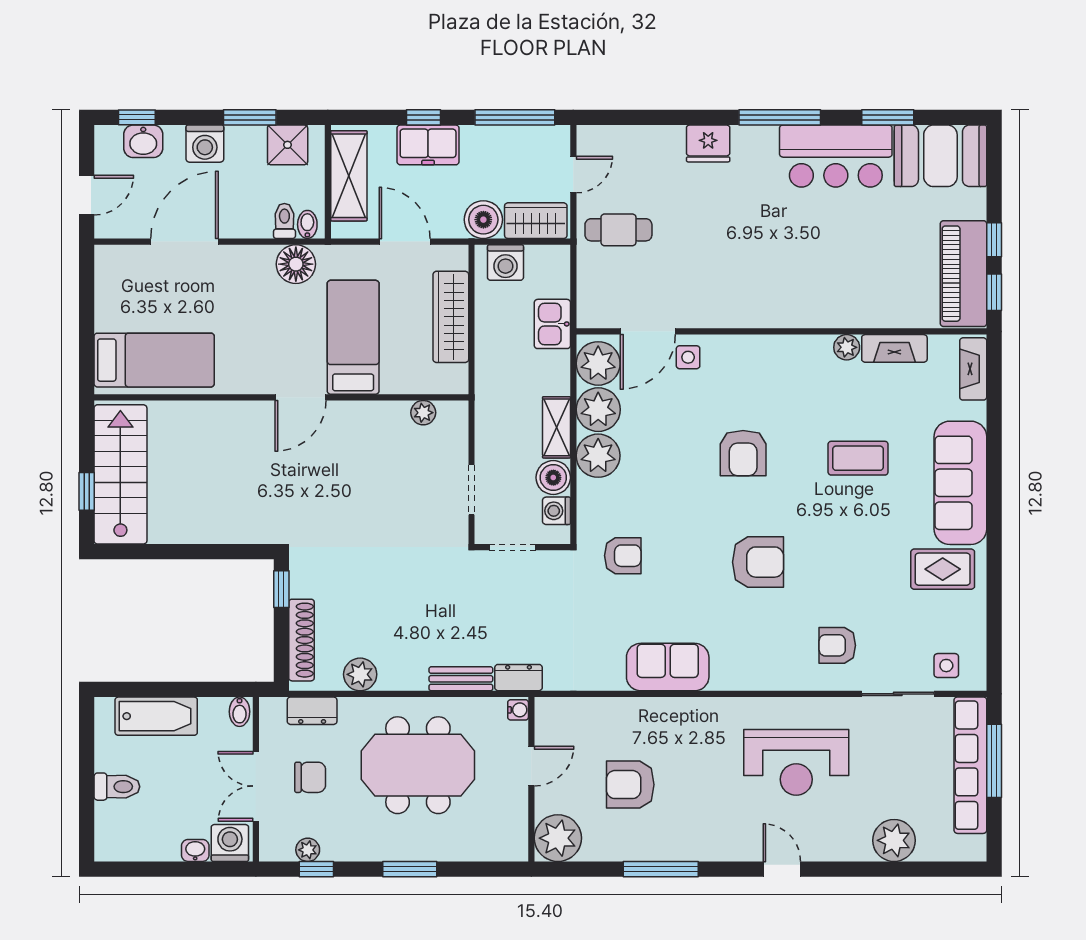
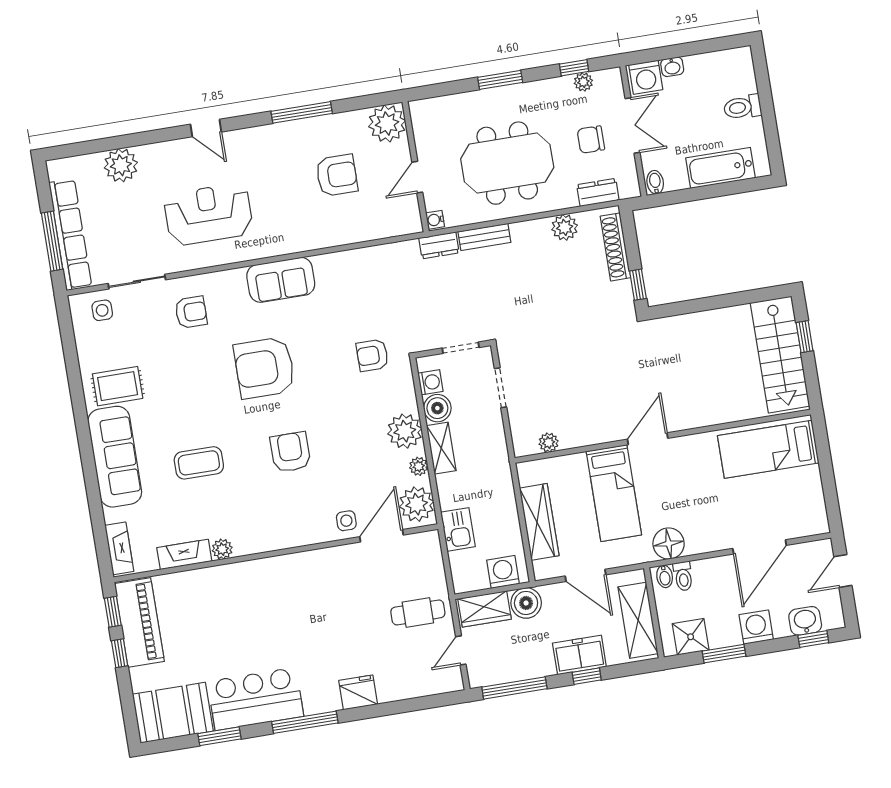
plant: (598, 410) -> (419, 466), width x0.53, depth x0.53
armchair: (758, 562) -> (264, 368), width x1.36, depth x1.36
sofa: (668, 667) -> (281, 280), moved

